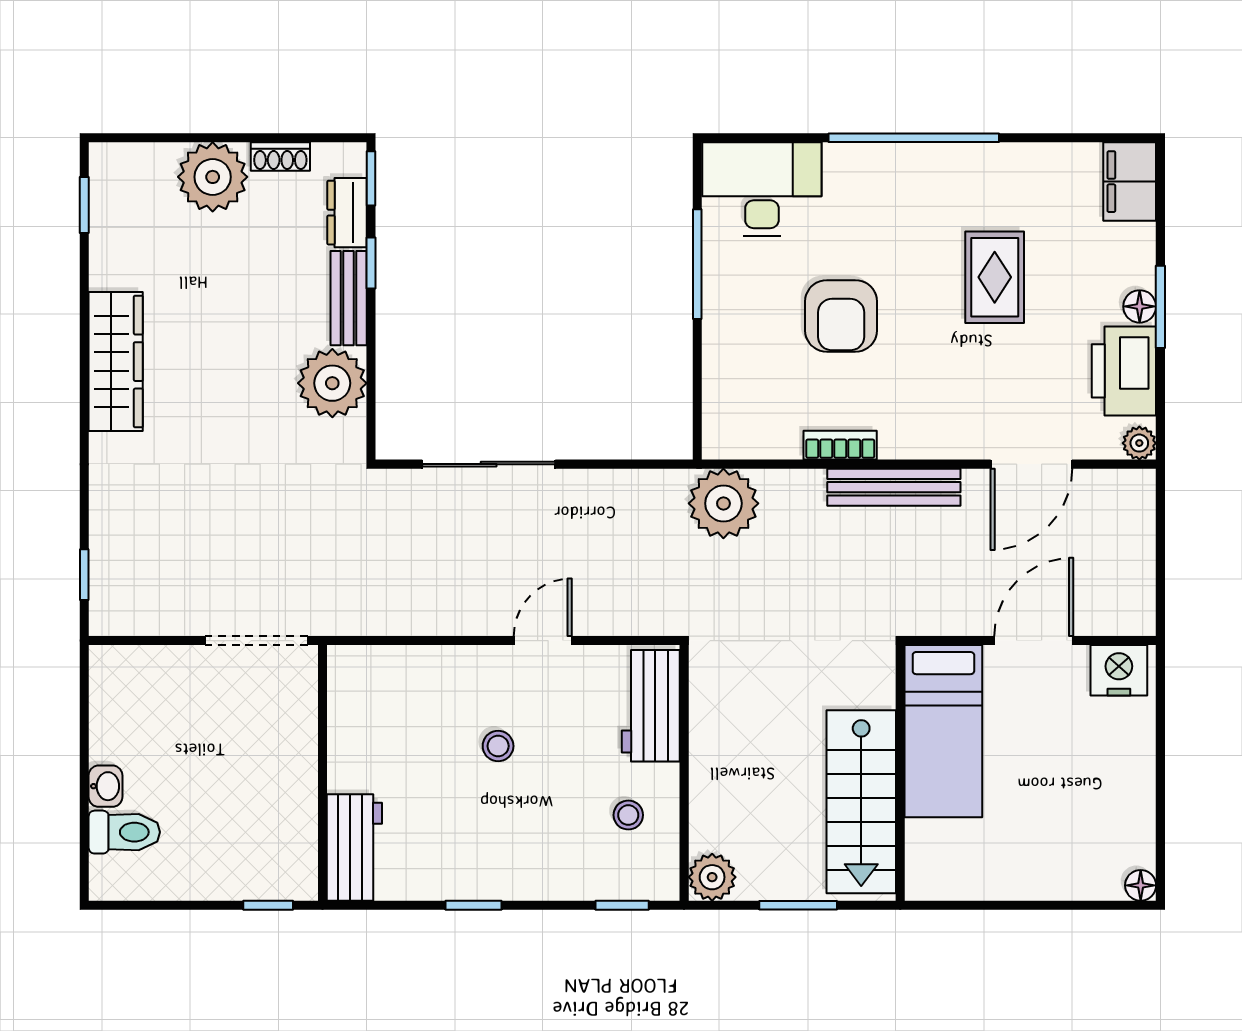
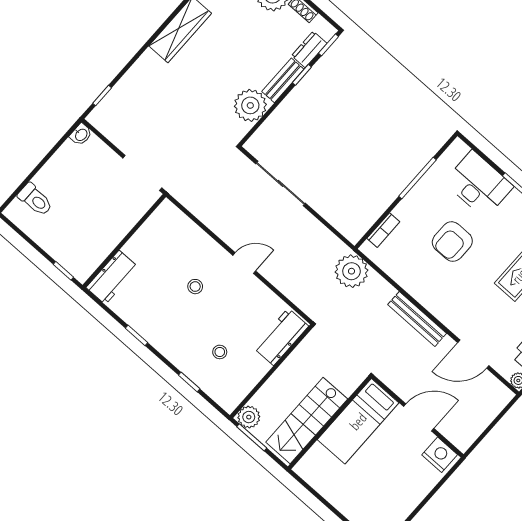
desk: (762, 189) -> (479, 184), moved
bookcase: (840, 445) -> (383, 230), moved, turned 90
workbench: (651, 706) -> (281, 337), moved
wall: (684, 773) -> (272, 371), moved
washbasin: (106, 786) -> (81, 135), moved
plant: (712, 877) -> (249, 417), moved

